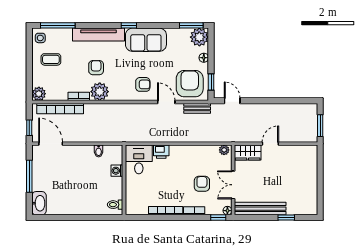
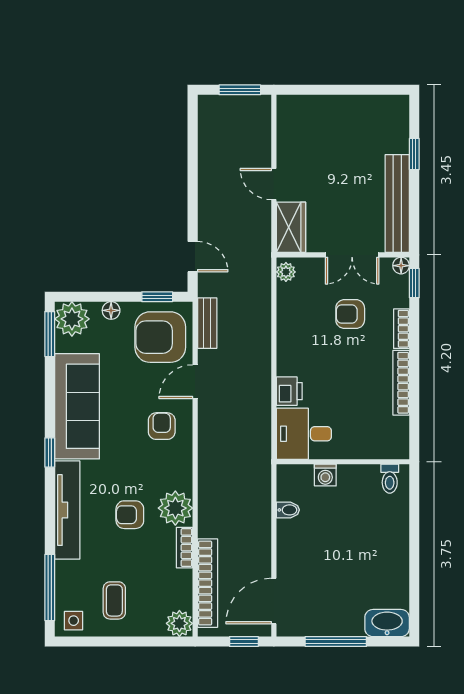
sofa: (146, 40) -> (77, 406), width x1.36
door: (232, 101) -> (193, 257), swing flipped

